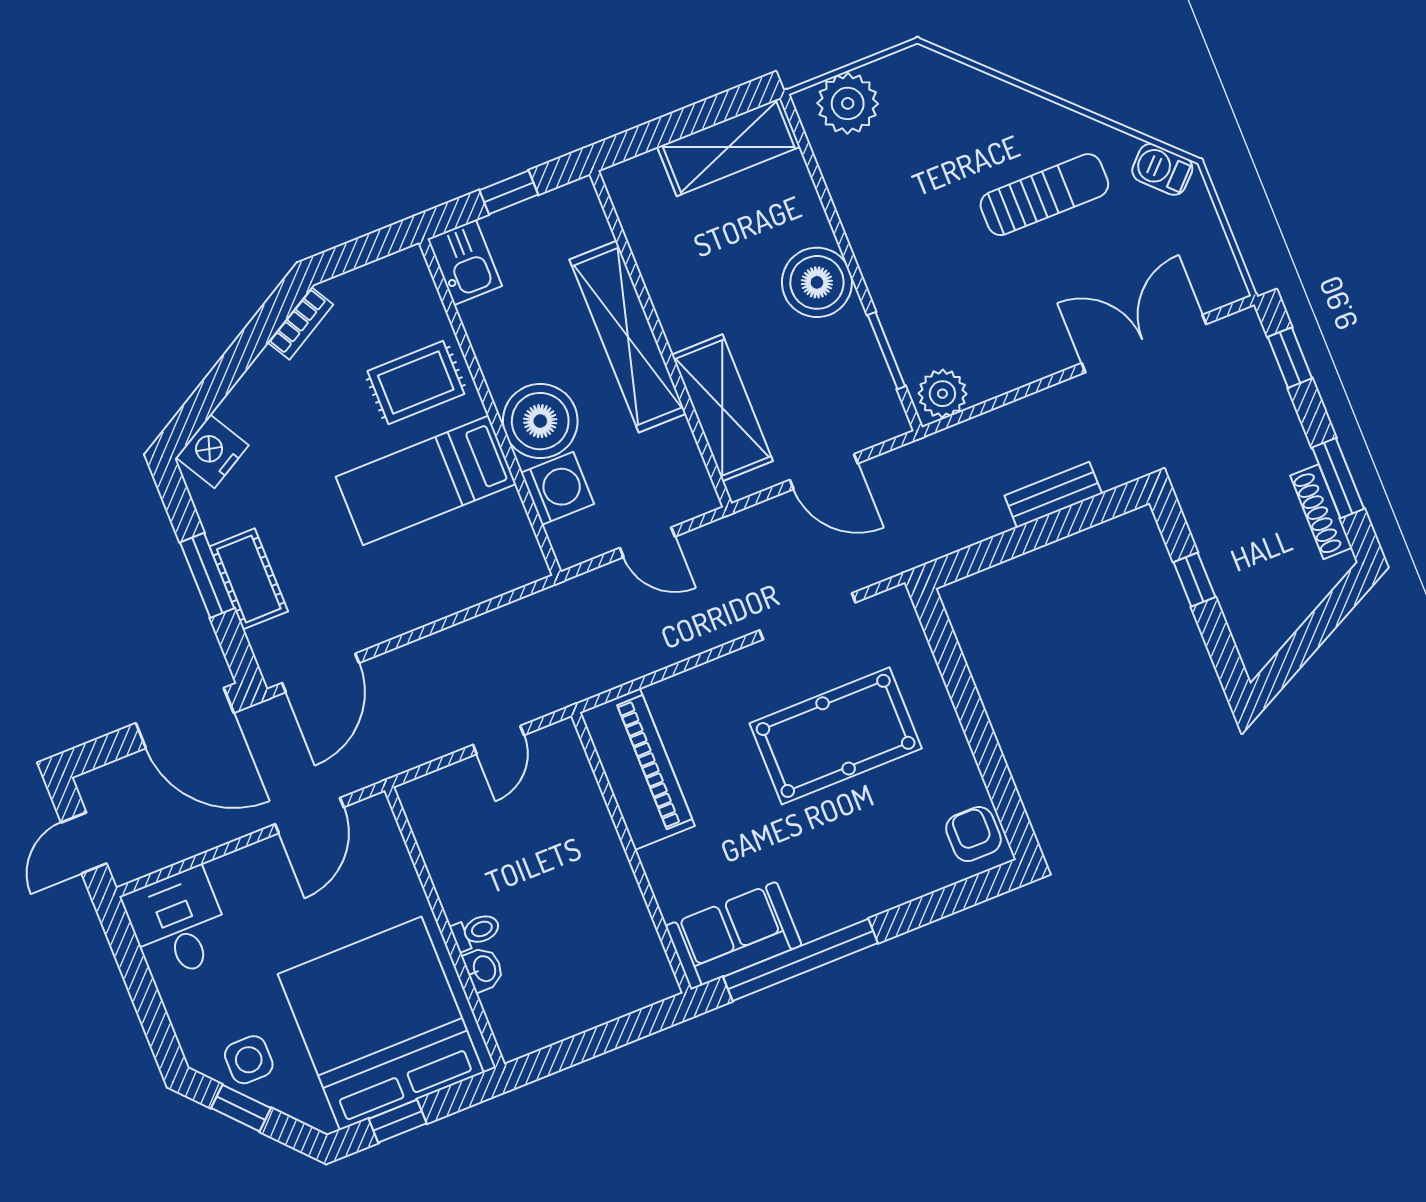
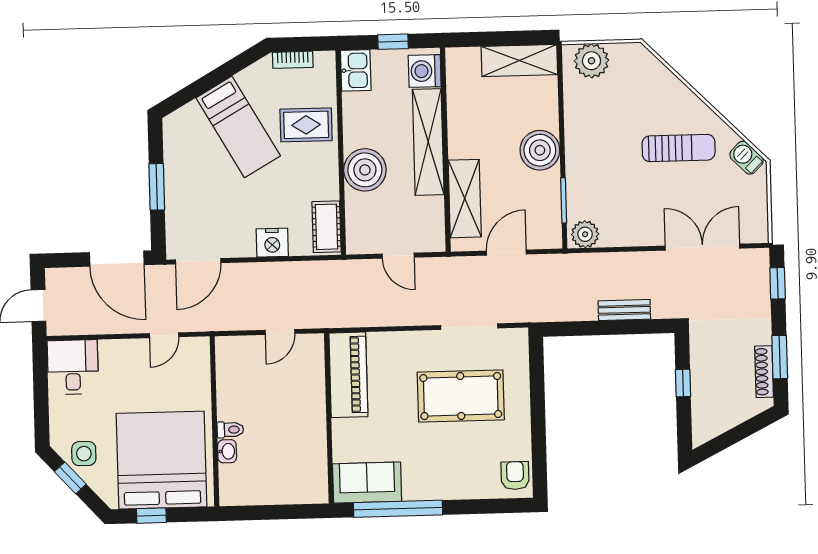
bookcase: (300, 323) -> (293, 60), moved, turned 30
nightstand: (212, 451) -> (272, 243), moved, turned -150
door: (824, 472) -> (506, 253), swing flipped
bed: (426, 480) -> (238, 127), moved, turned -120
washing machine: (557, 488) -> (425, 71), moved, turned 180
cot: (249, 579) -> (327, 227), moved
door: (309, 816) -> (164, 335), width x0.73

